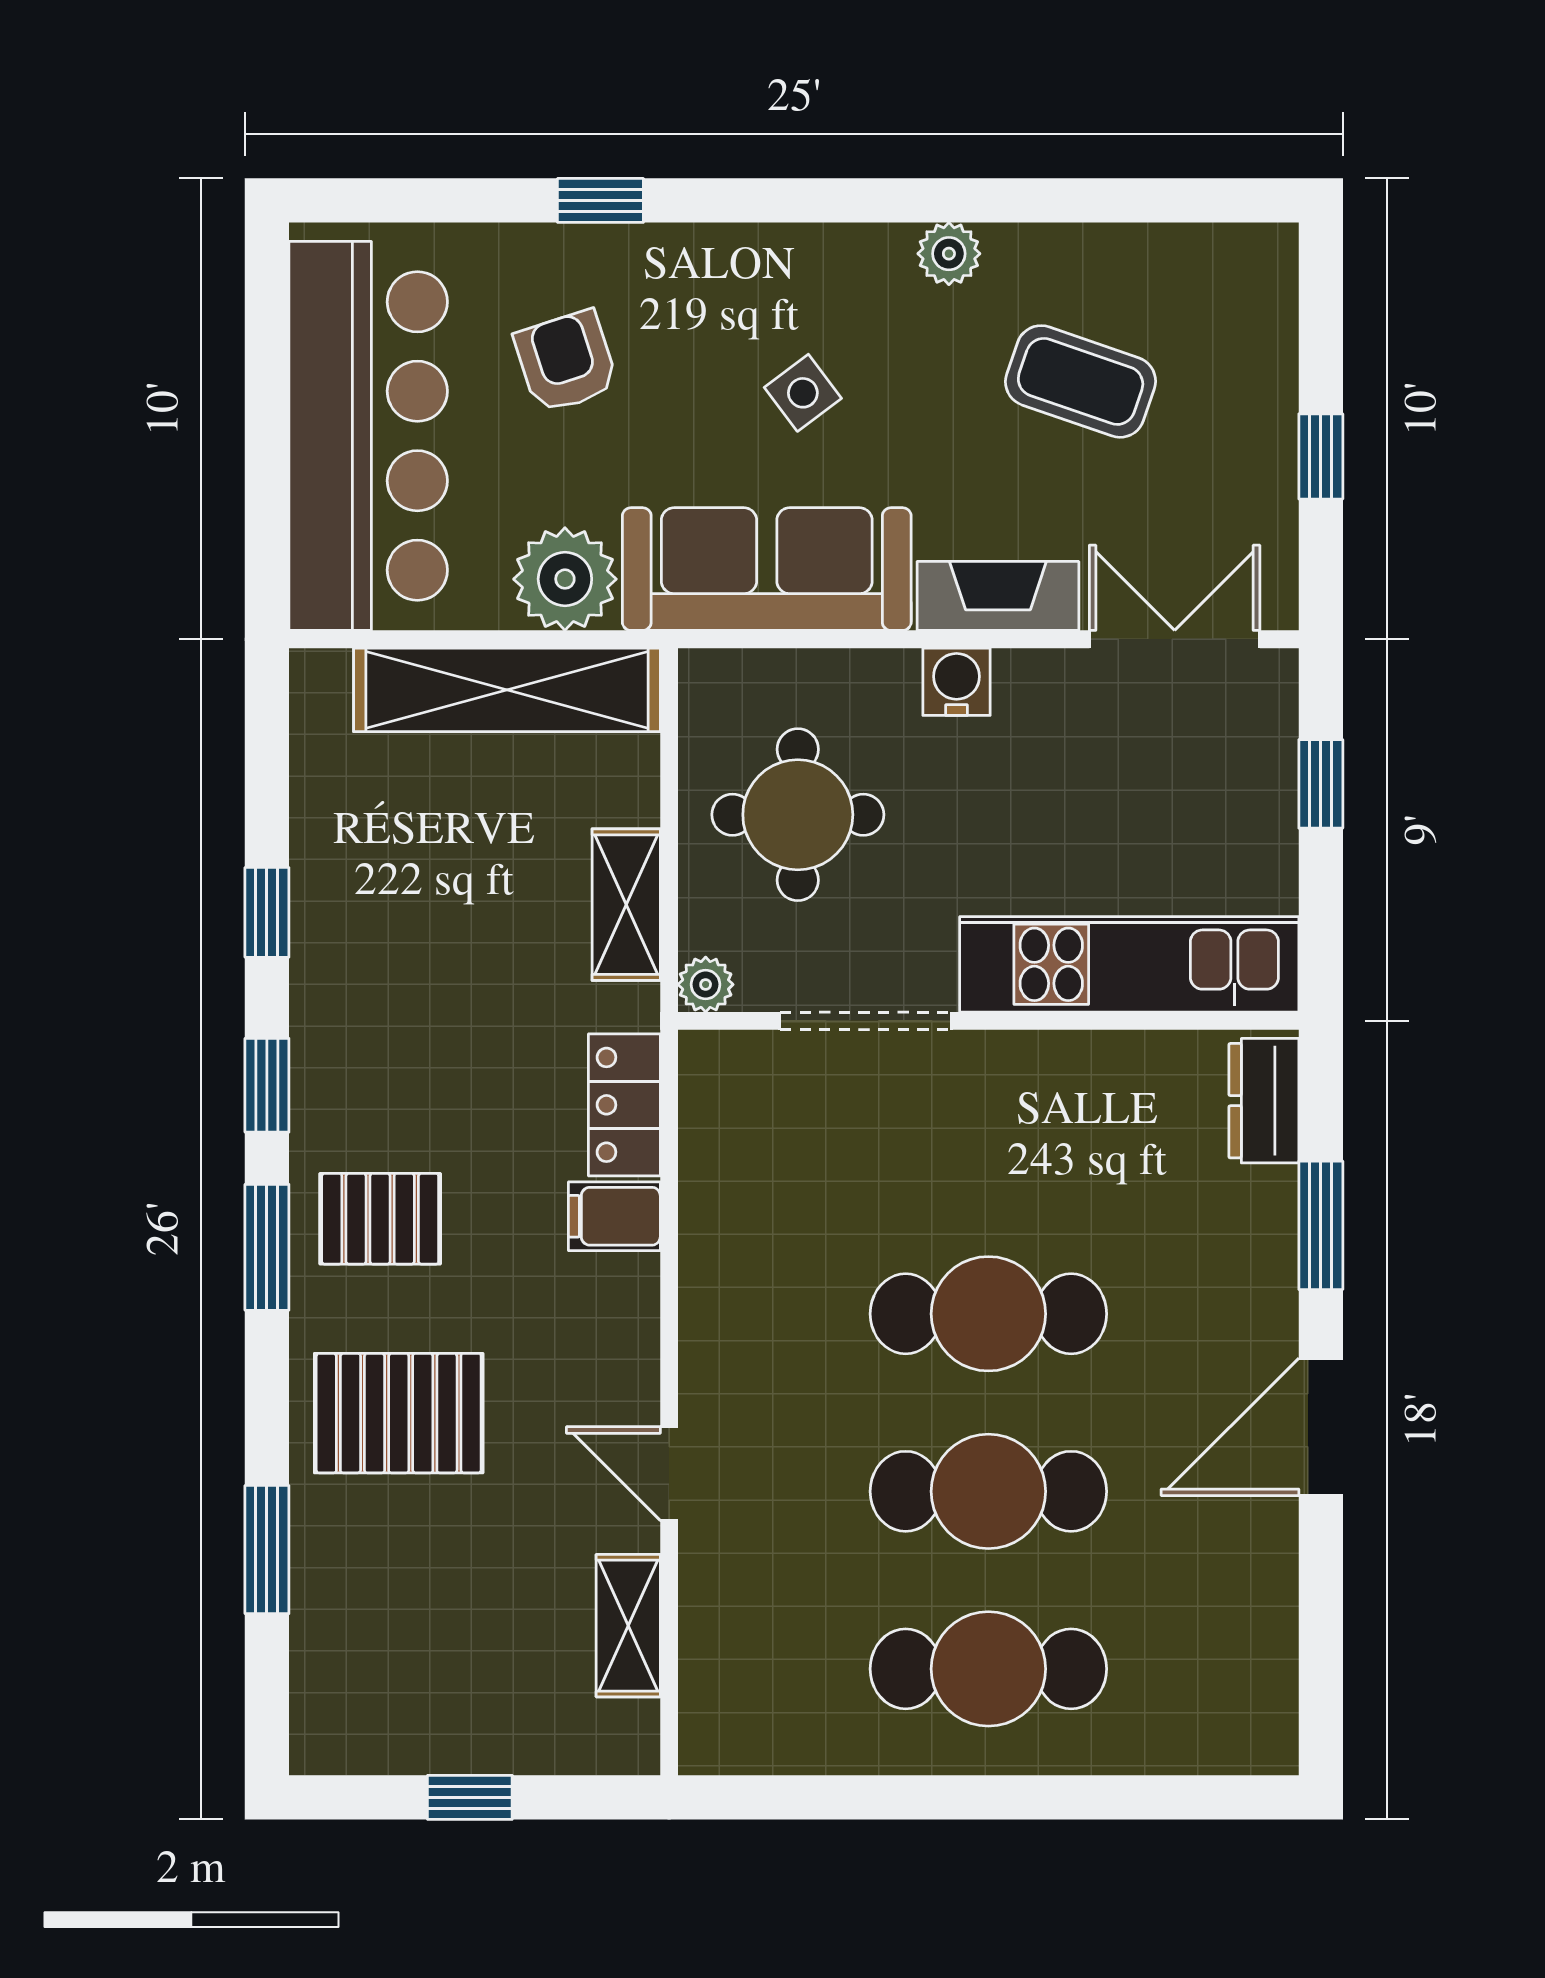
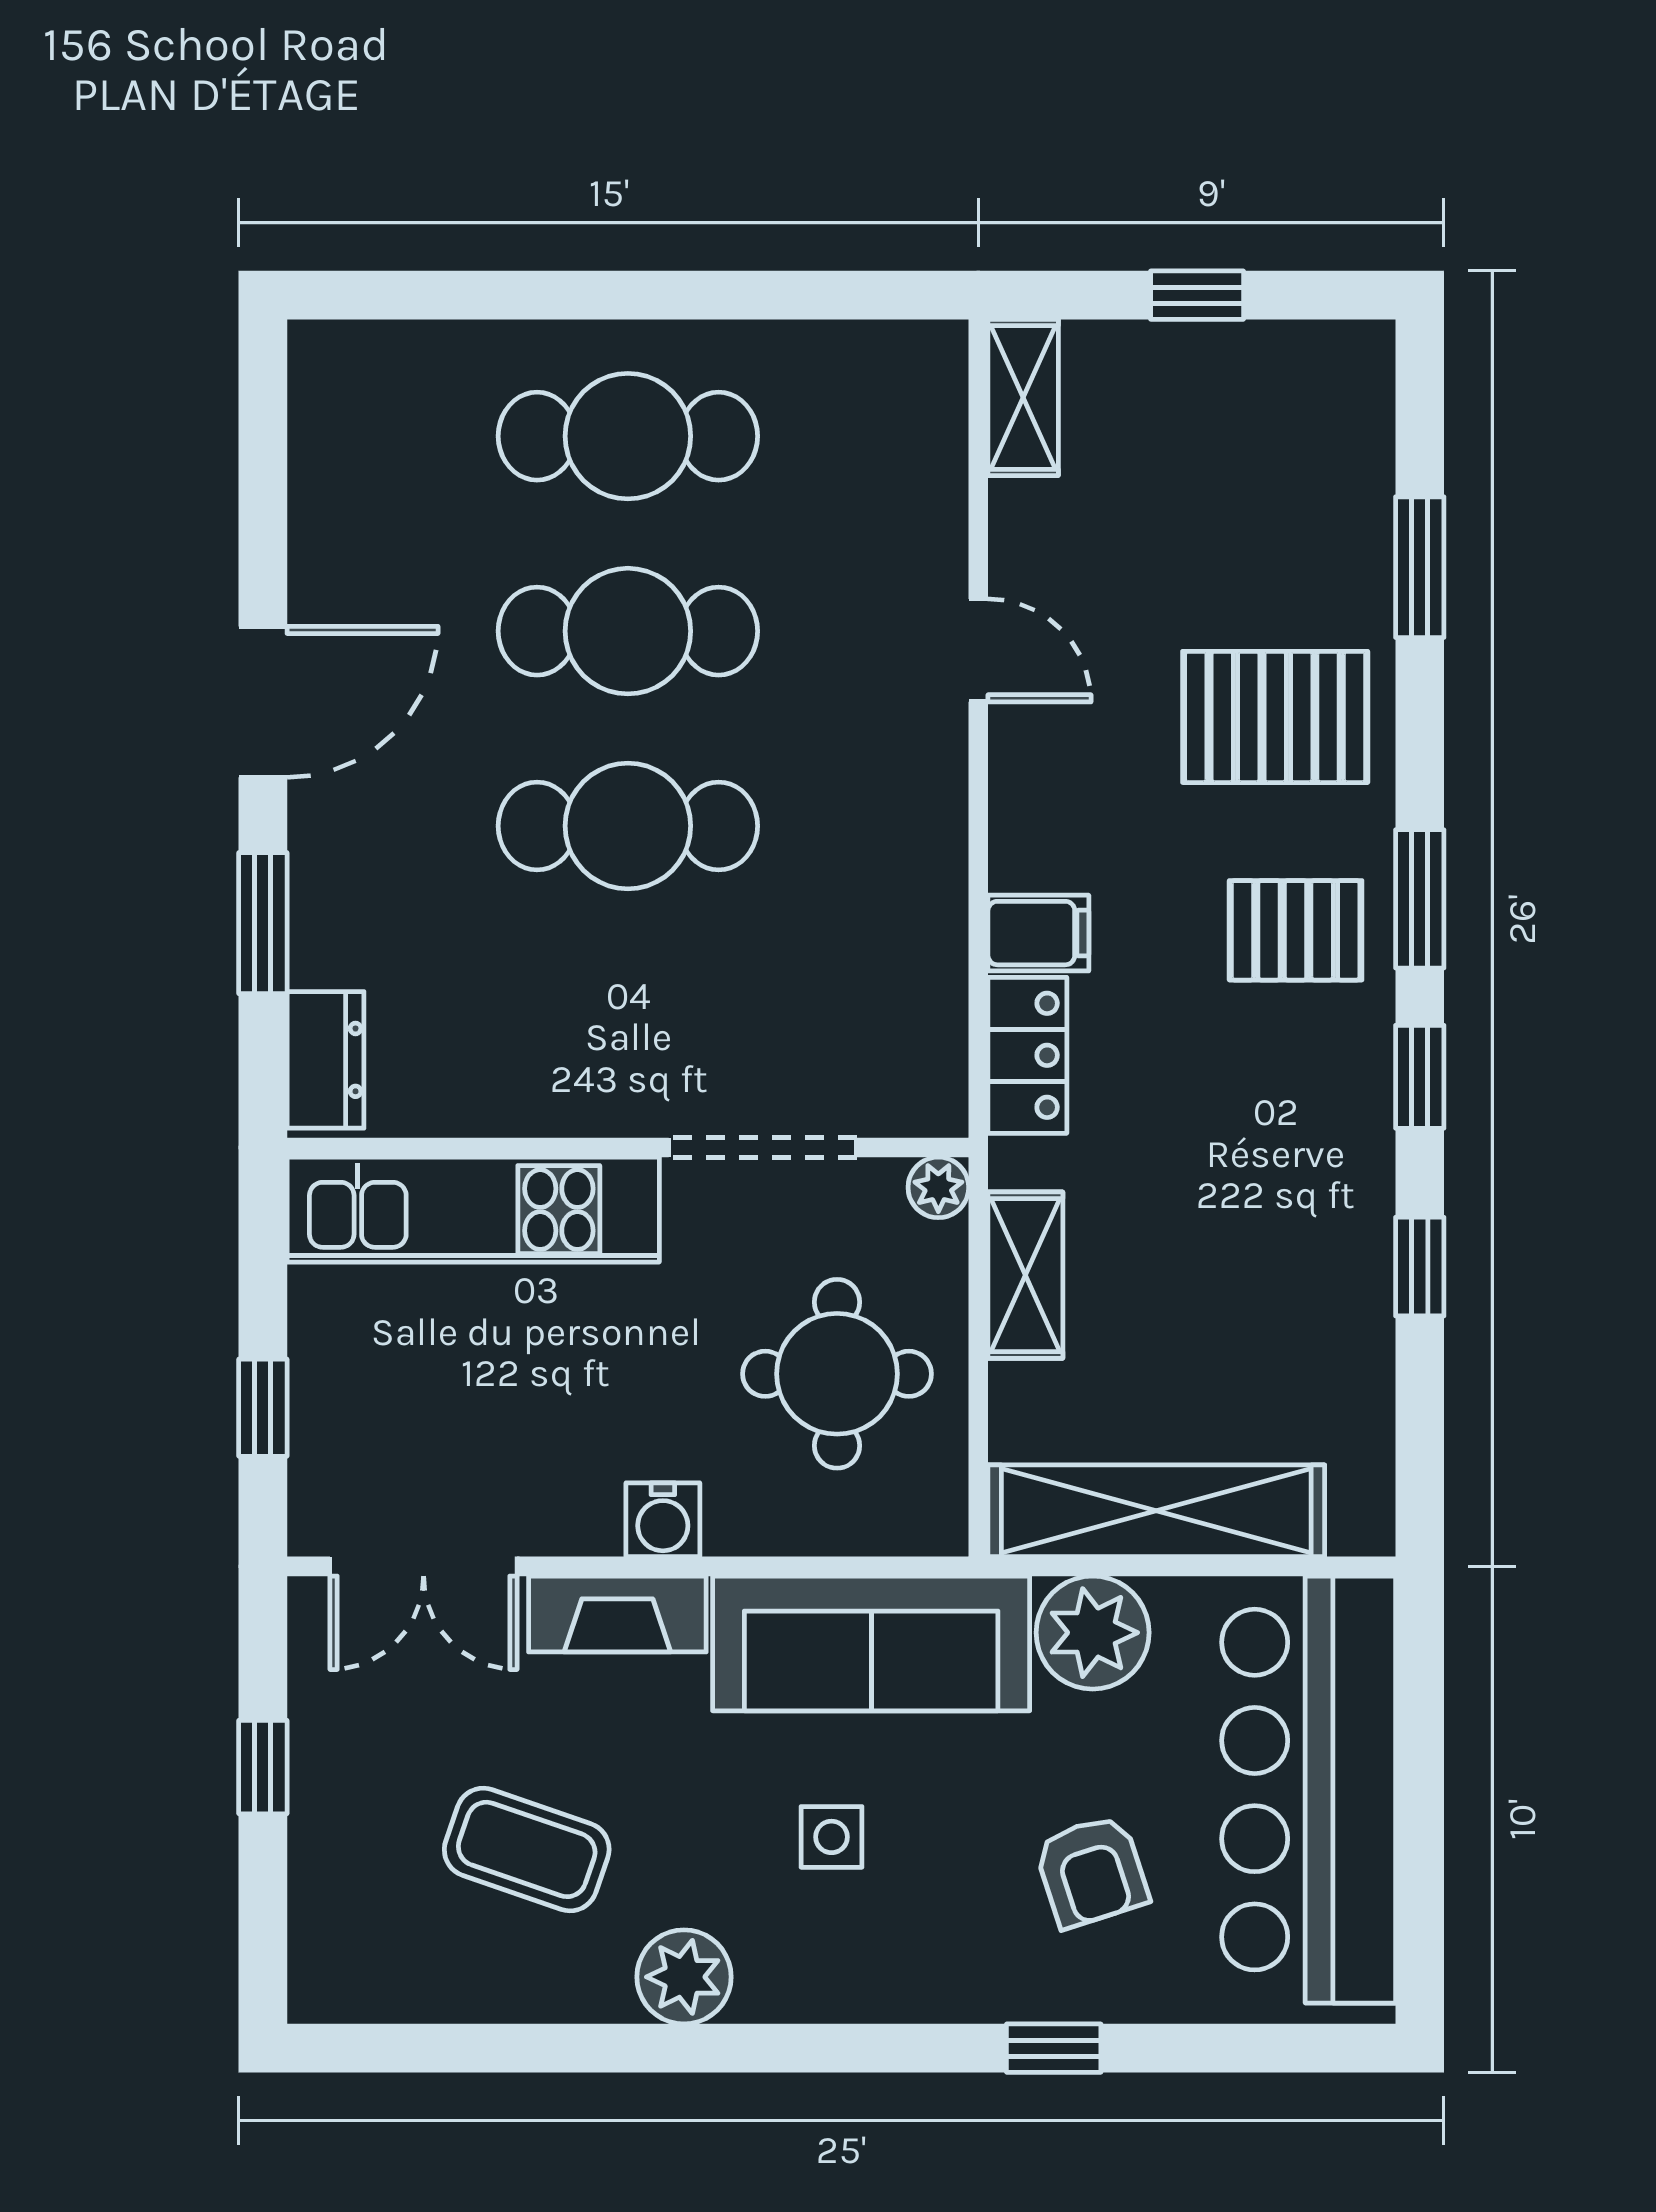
plant: (949, 254) -> (684, 1977), width x1.38, depth x1.38
side table: (803, 393) -> (831, 1837), turned 37
shelving: (628, 1626) -> (1023, 397), moved

